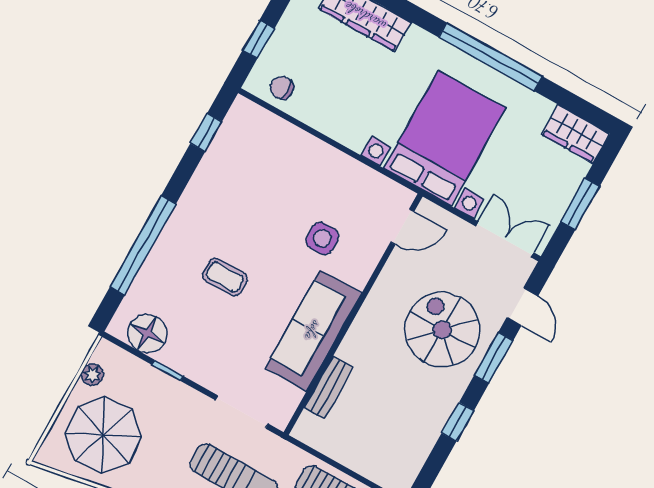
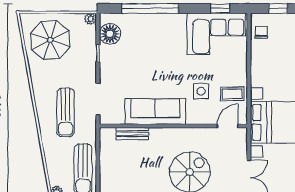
corner sofa: (244, 162) -> (216, 34), added
door: (402, 227) -> (228, 126), swing flipped
coffee table: (225, 277) -> (232, 94), moved, turned 90
plant: (92, 375) -> (91, 19), moved

